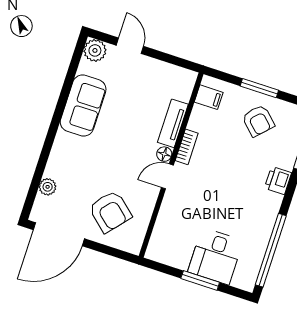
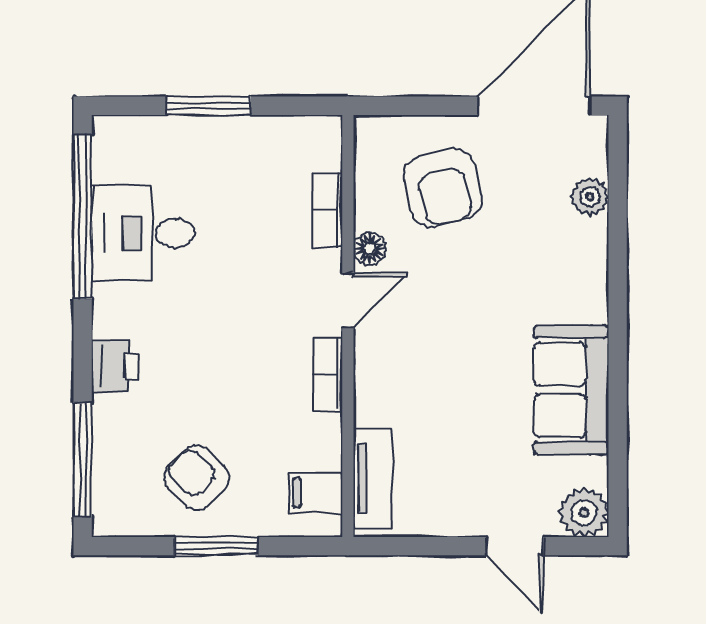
tv unit: (173, 123) -> (372, 478), moved
floor lamp: (164, 154) -> (369, 249), moved
armchair: (110, 212) -> (443, 188), turned -145
bookcase: (163, 218) -> (328, 210), added
desk: (215, 256) -> (143, 233), moved, turned -90

